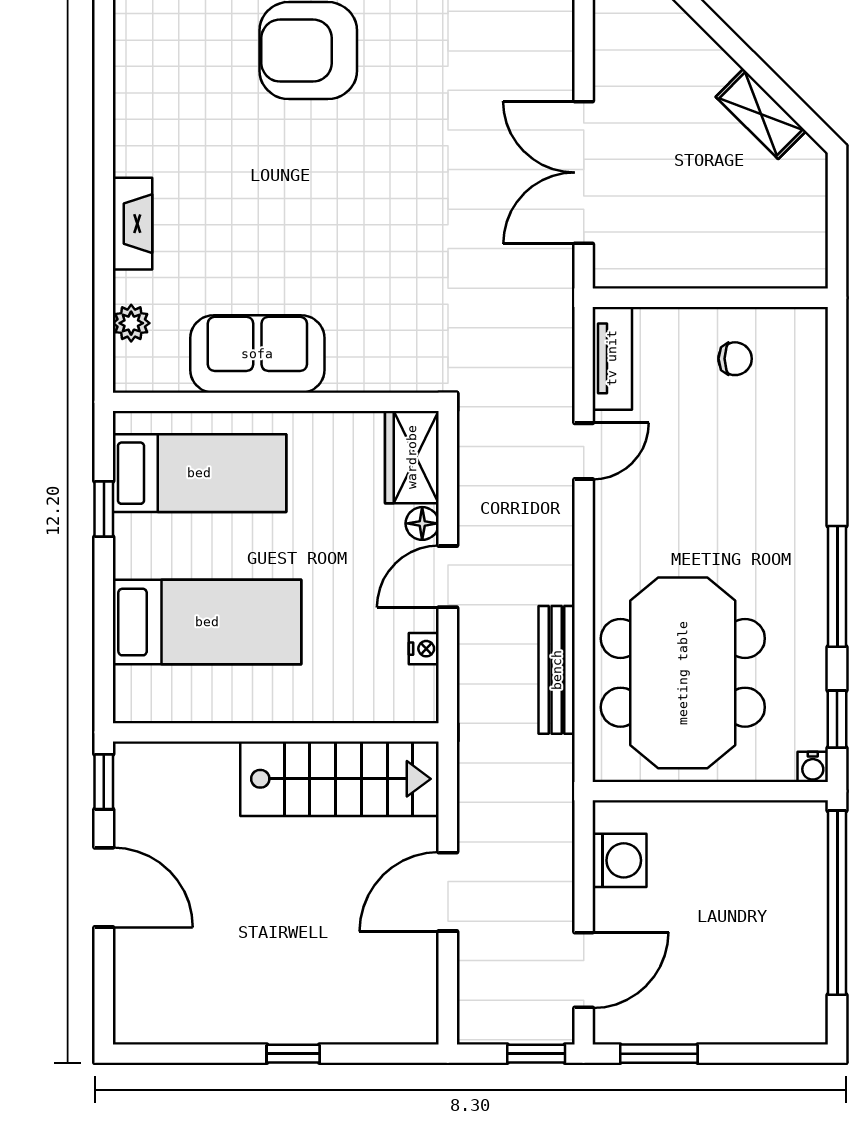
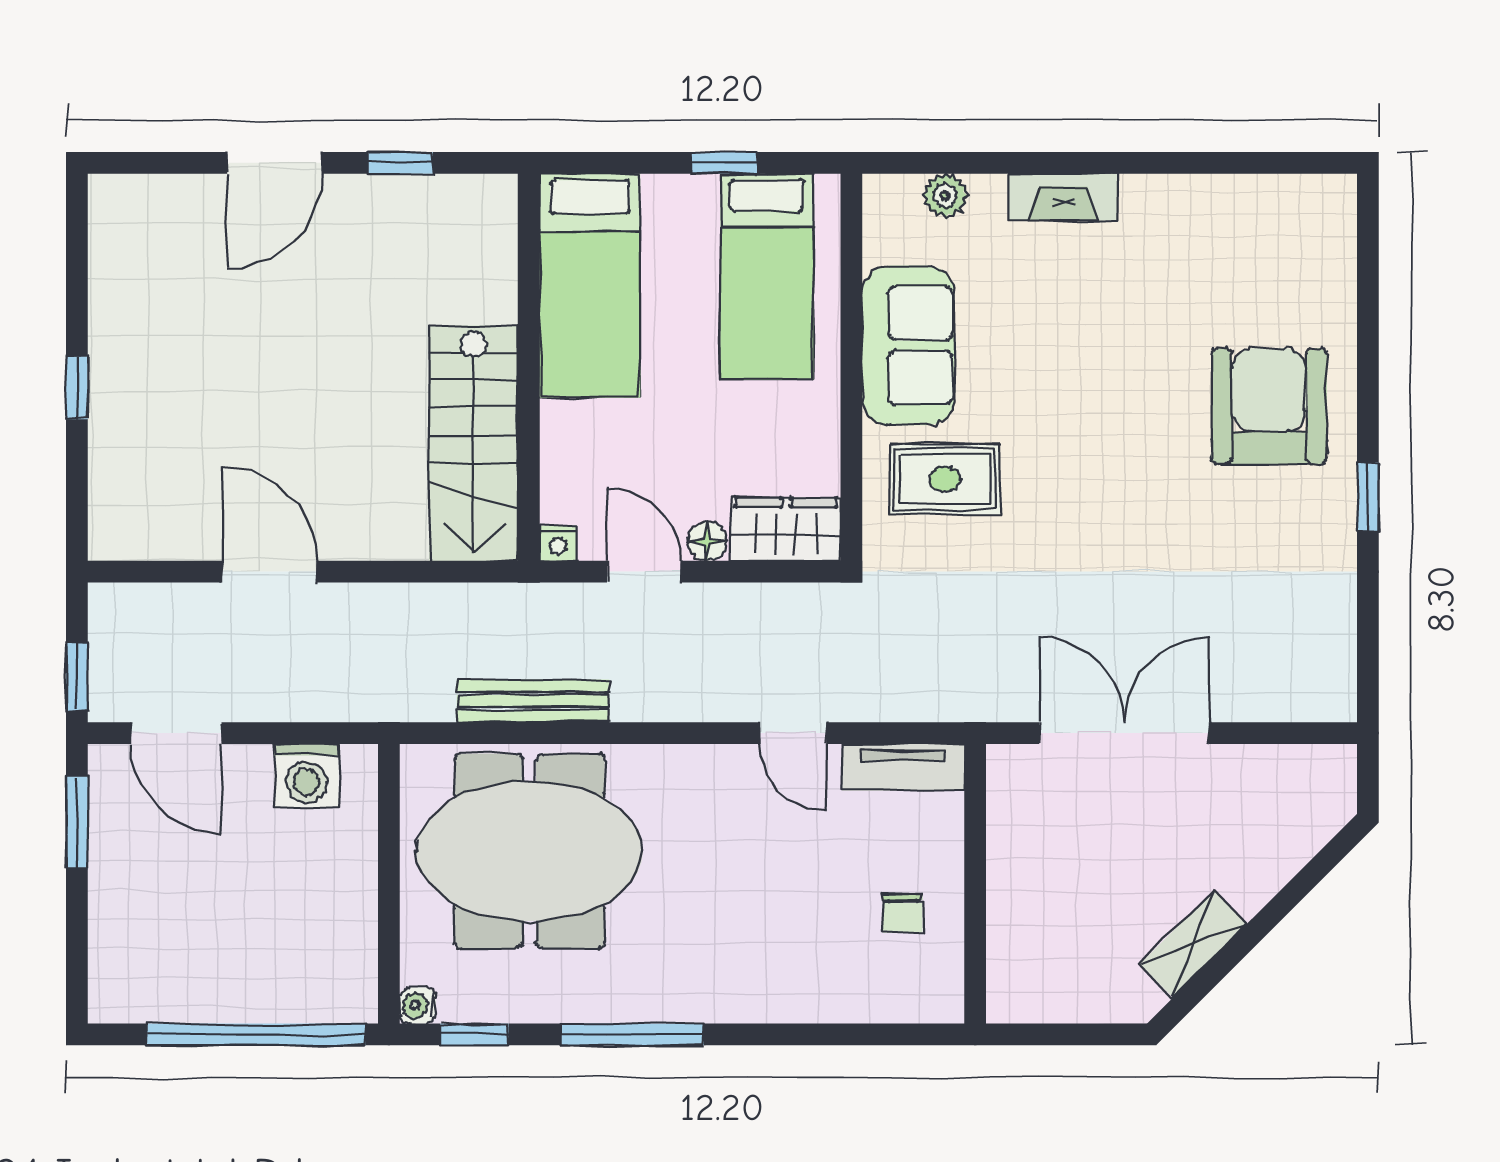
rug: (370, 323) -> (945, 479), added
wall: (276, 732) -> (529, 367), moved
stairs: (340, 779) -> (474, 443), moved

